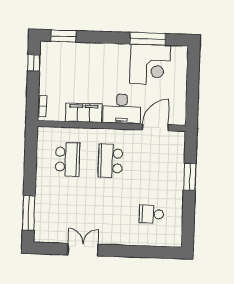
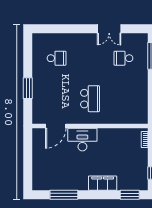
corner desk: (150, 64) -> (61, 175), removed
filing cabinet: (84, 113) -> (103, 183), moved, turned 180
school desk: (67, 159) -> (123, 58), moved, width x0.54

